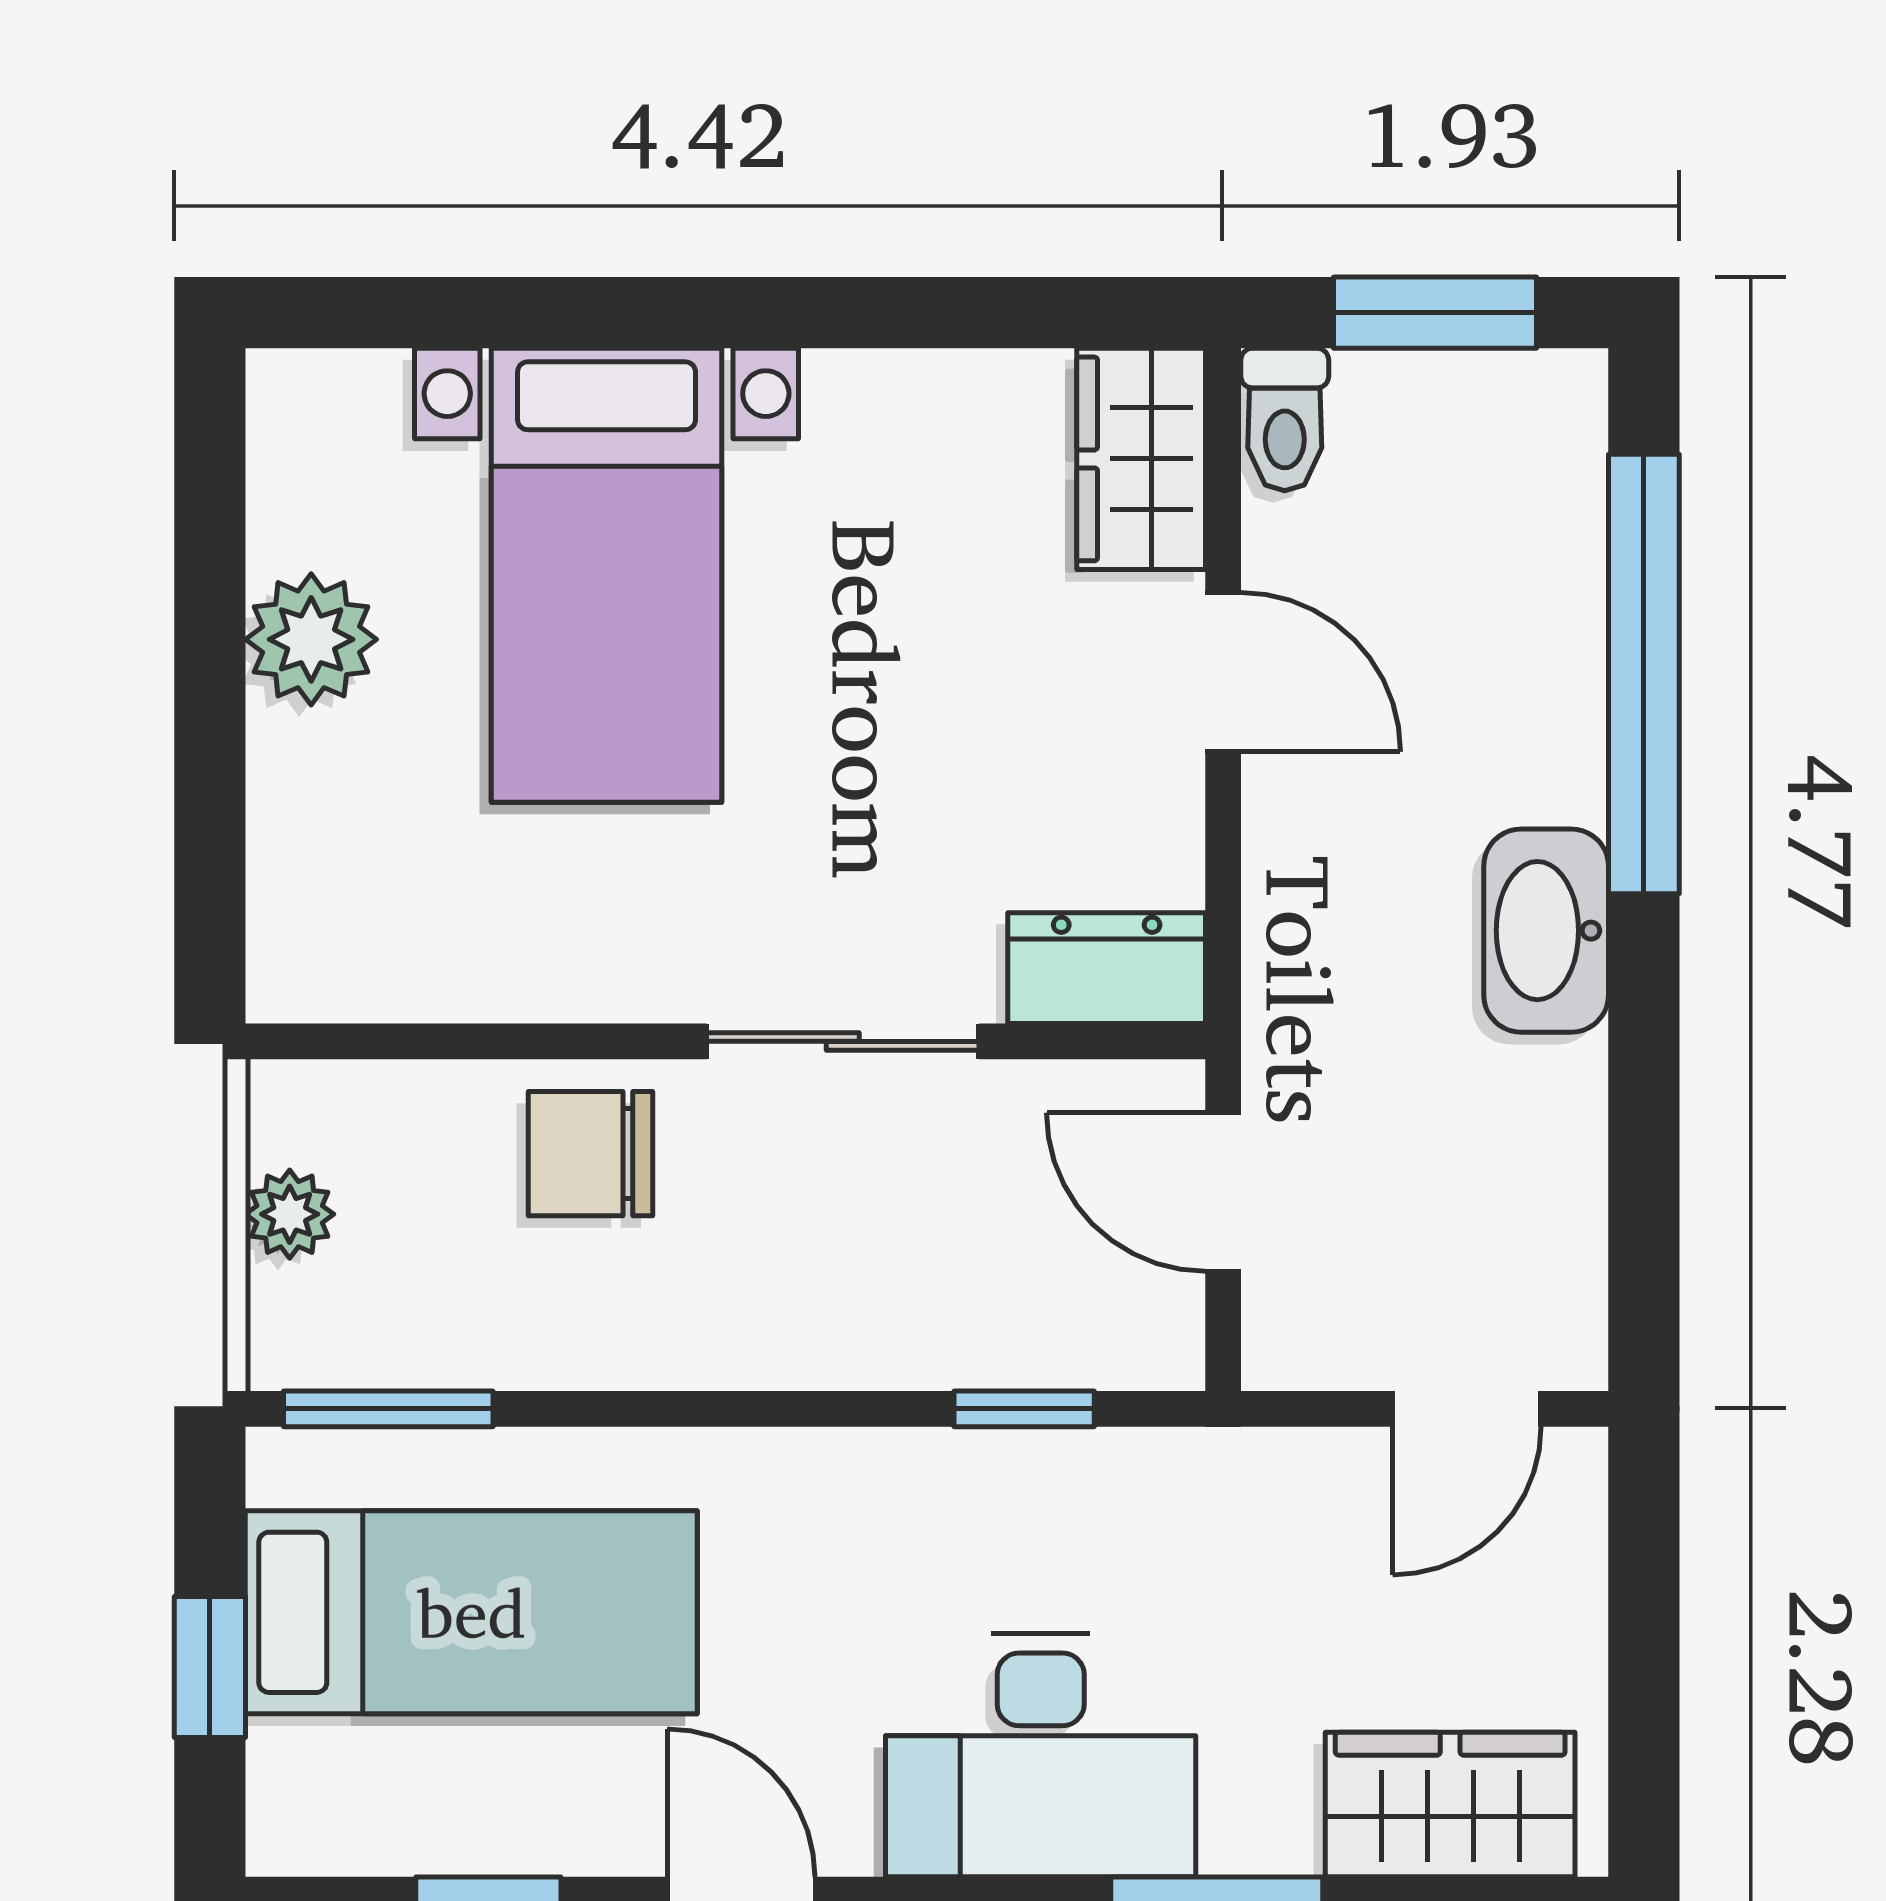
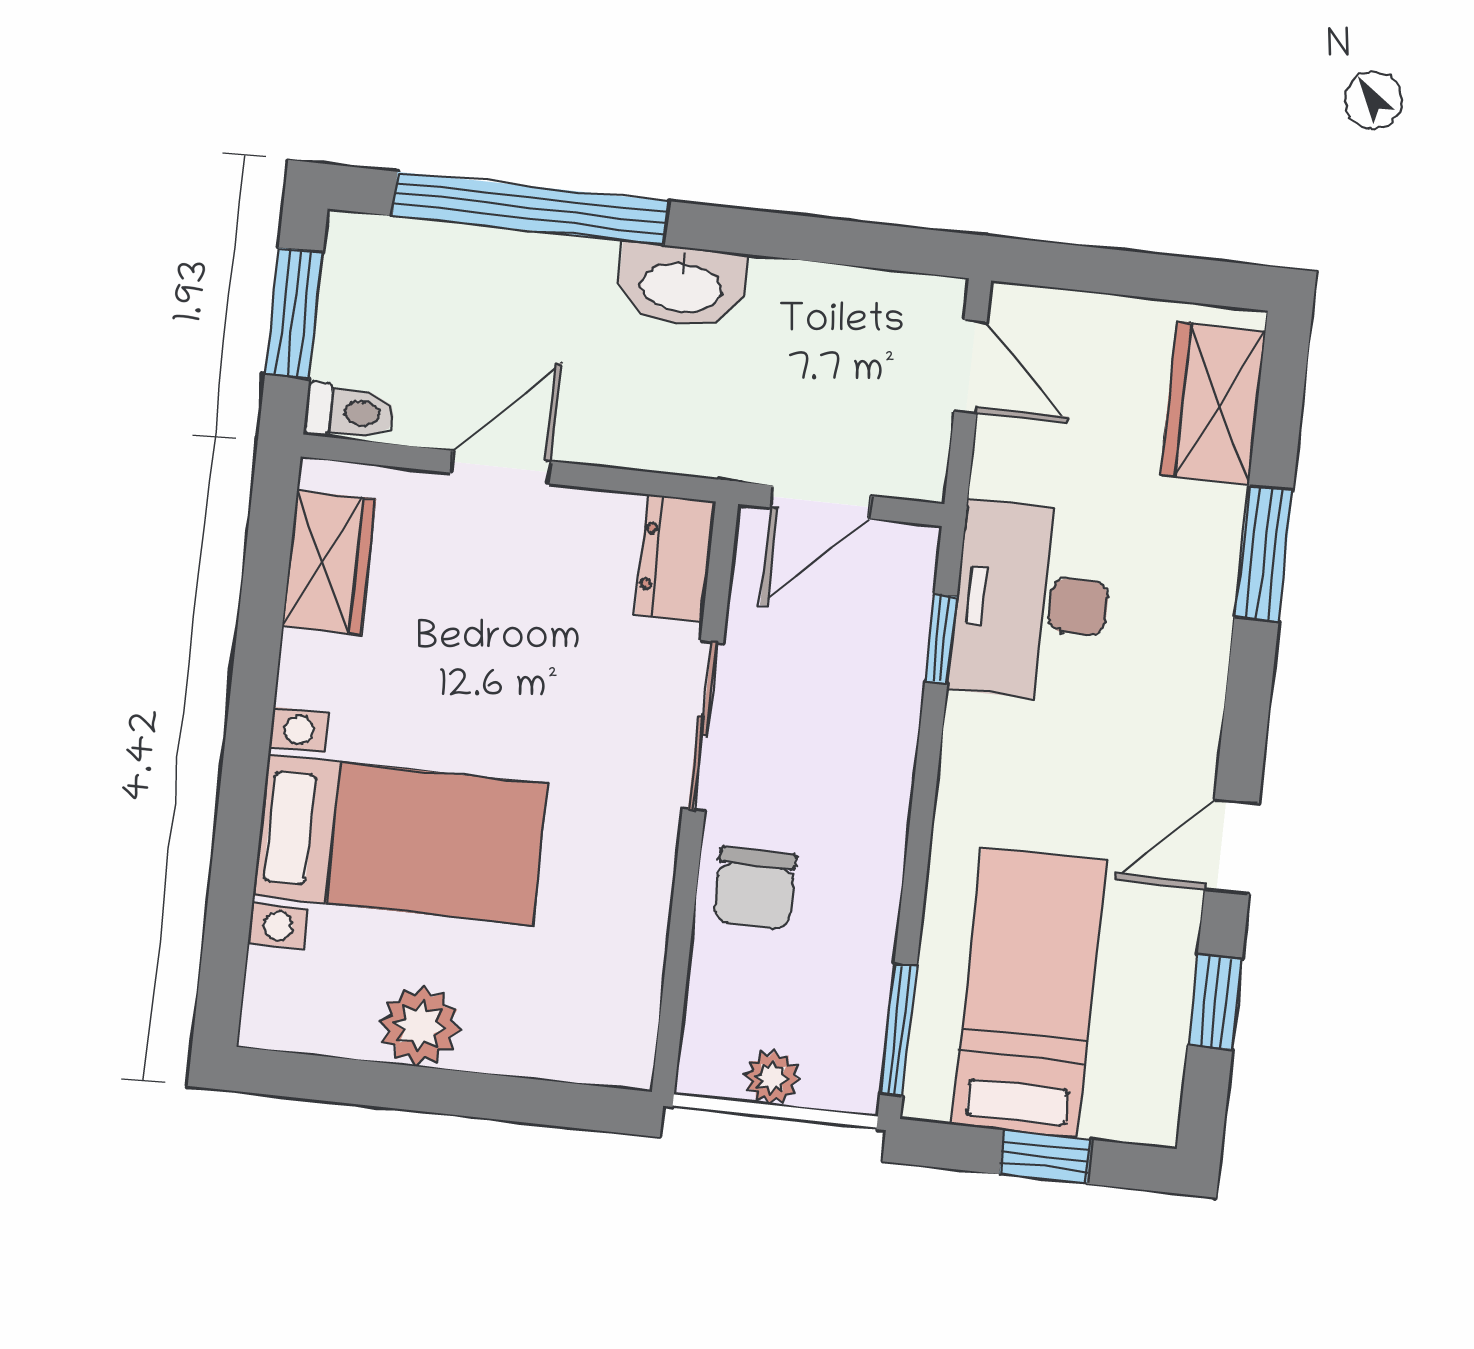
wardrobe: (1141, 459) -> (329, 563), moved, turned -90
desk: (1041, 1755) -> (1032, 602), moved, turned 180

